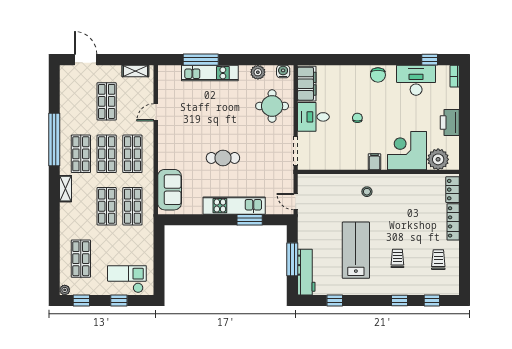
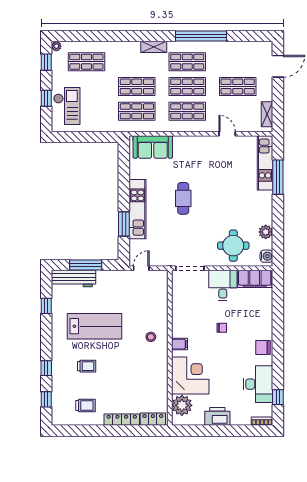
kitchen unit: (210, 73) -> (265, 163), moved

